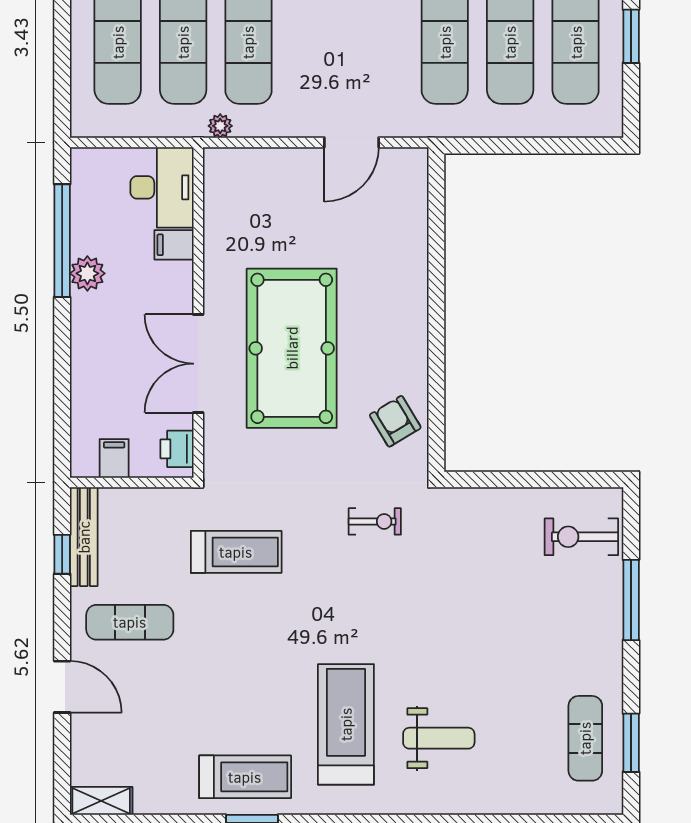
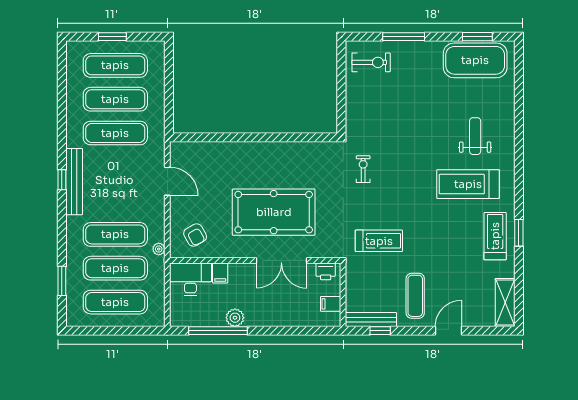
armchair: (395, 421) -> (195, 235), moved, turned -88
exercise bike: (581, 537) -> (371, 62), turned -90
treadmill: (236, 552) -> (379, 241), turned 90
exercise mat: (585, 738) -> (475, 60), width x2.00, depth x1.45
shelving: (101, 801) -> (505, 303), width x1.50, depth x1.33

